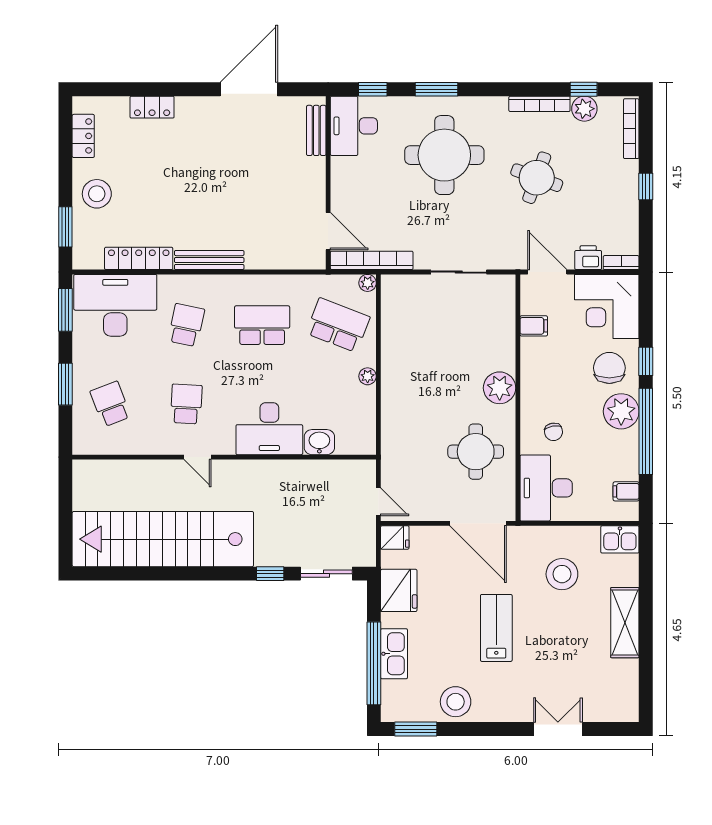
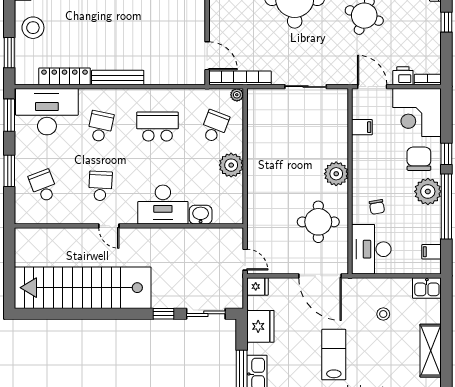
school desk: (338, 325) -> (215, 127), width x0.54
plant: (368, 376) -> (231, 165), width x1.87, depth x1.87
stool: (562, 574) -> (383, 314), width x0.53, depth x0.53

